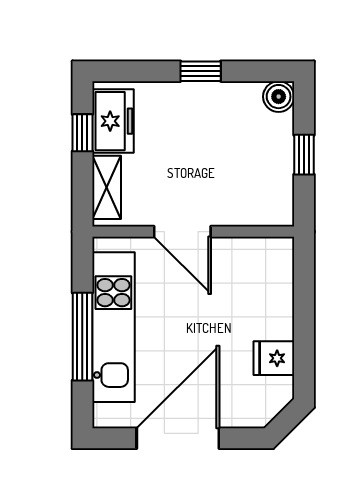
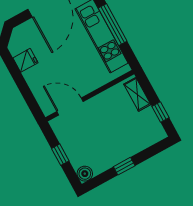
freezer: (113, 121) -> (150, 124), removed
door: (182, 232) -> (70, 106), moved

